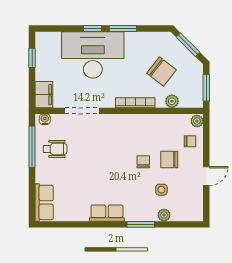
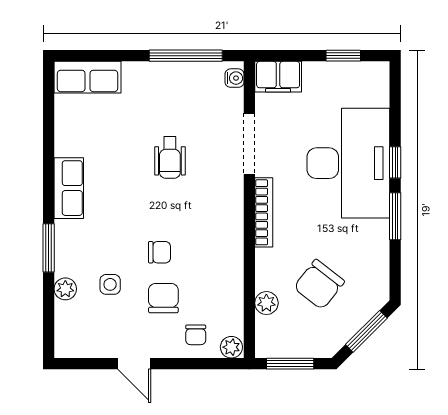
bookcase: (135, 103) -> (264, 212), moved
wheelchair: (55, 149) -> (170, 158), moved

